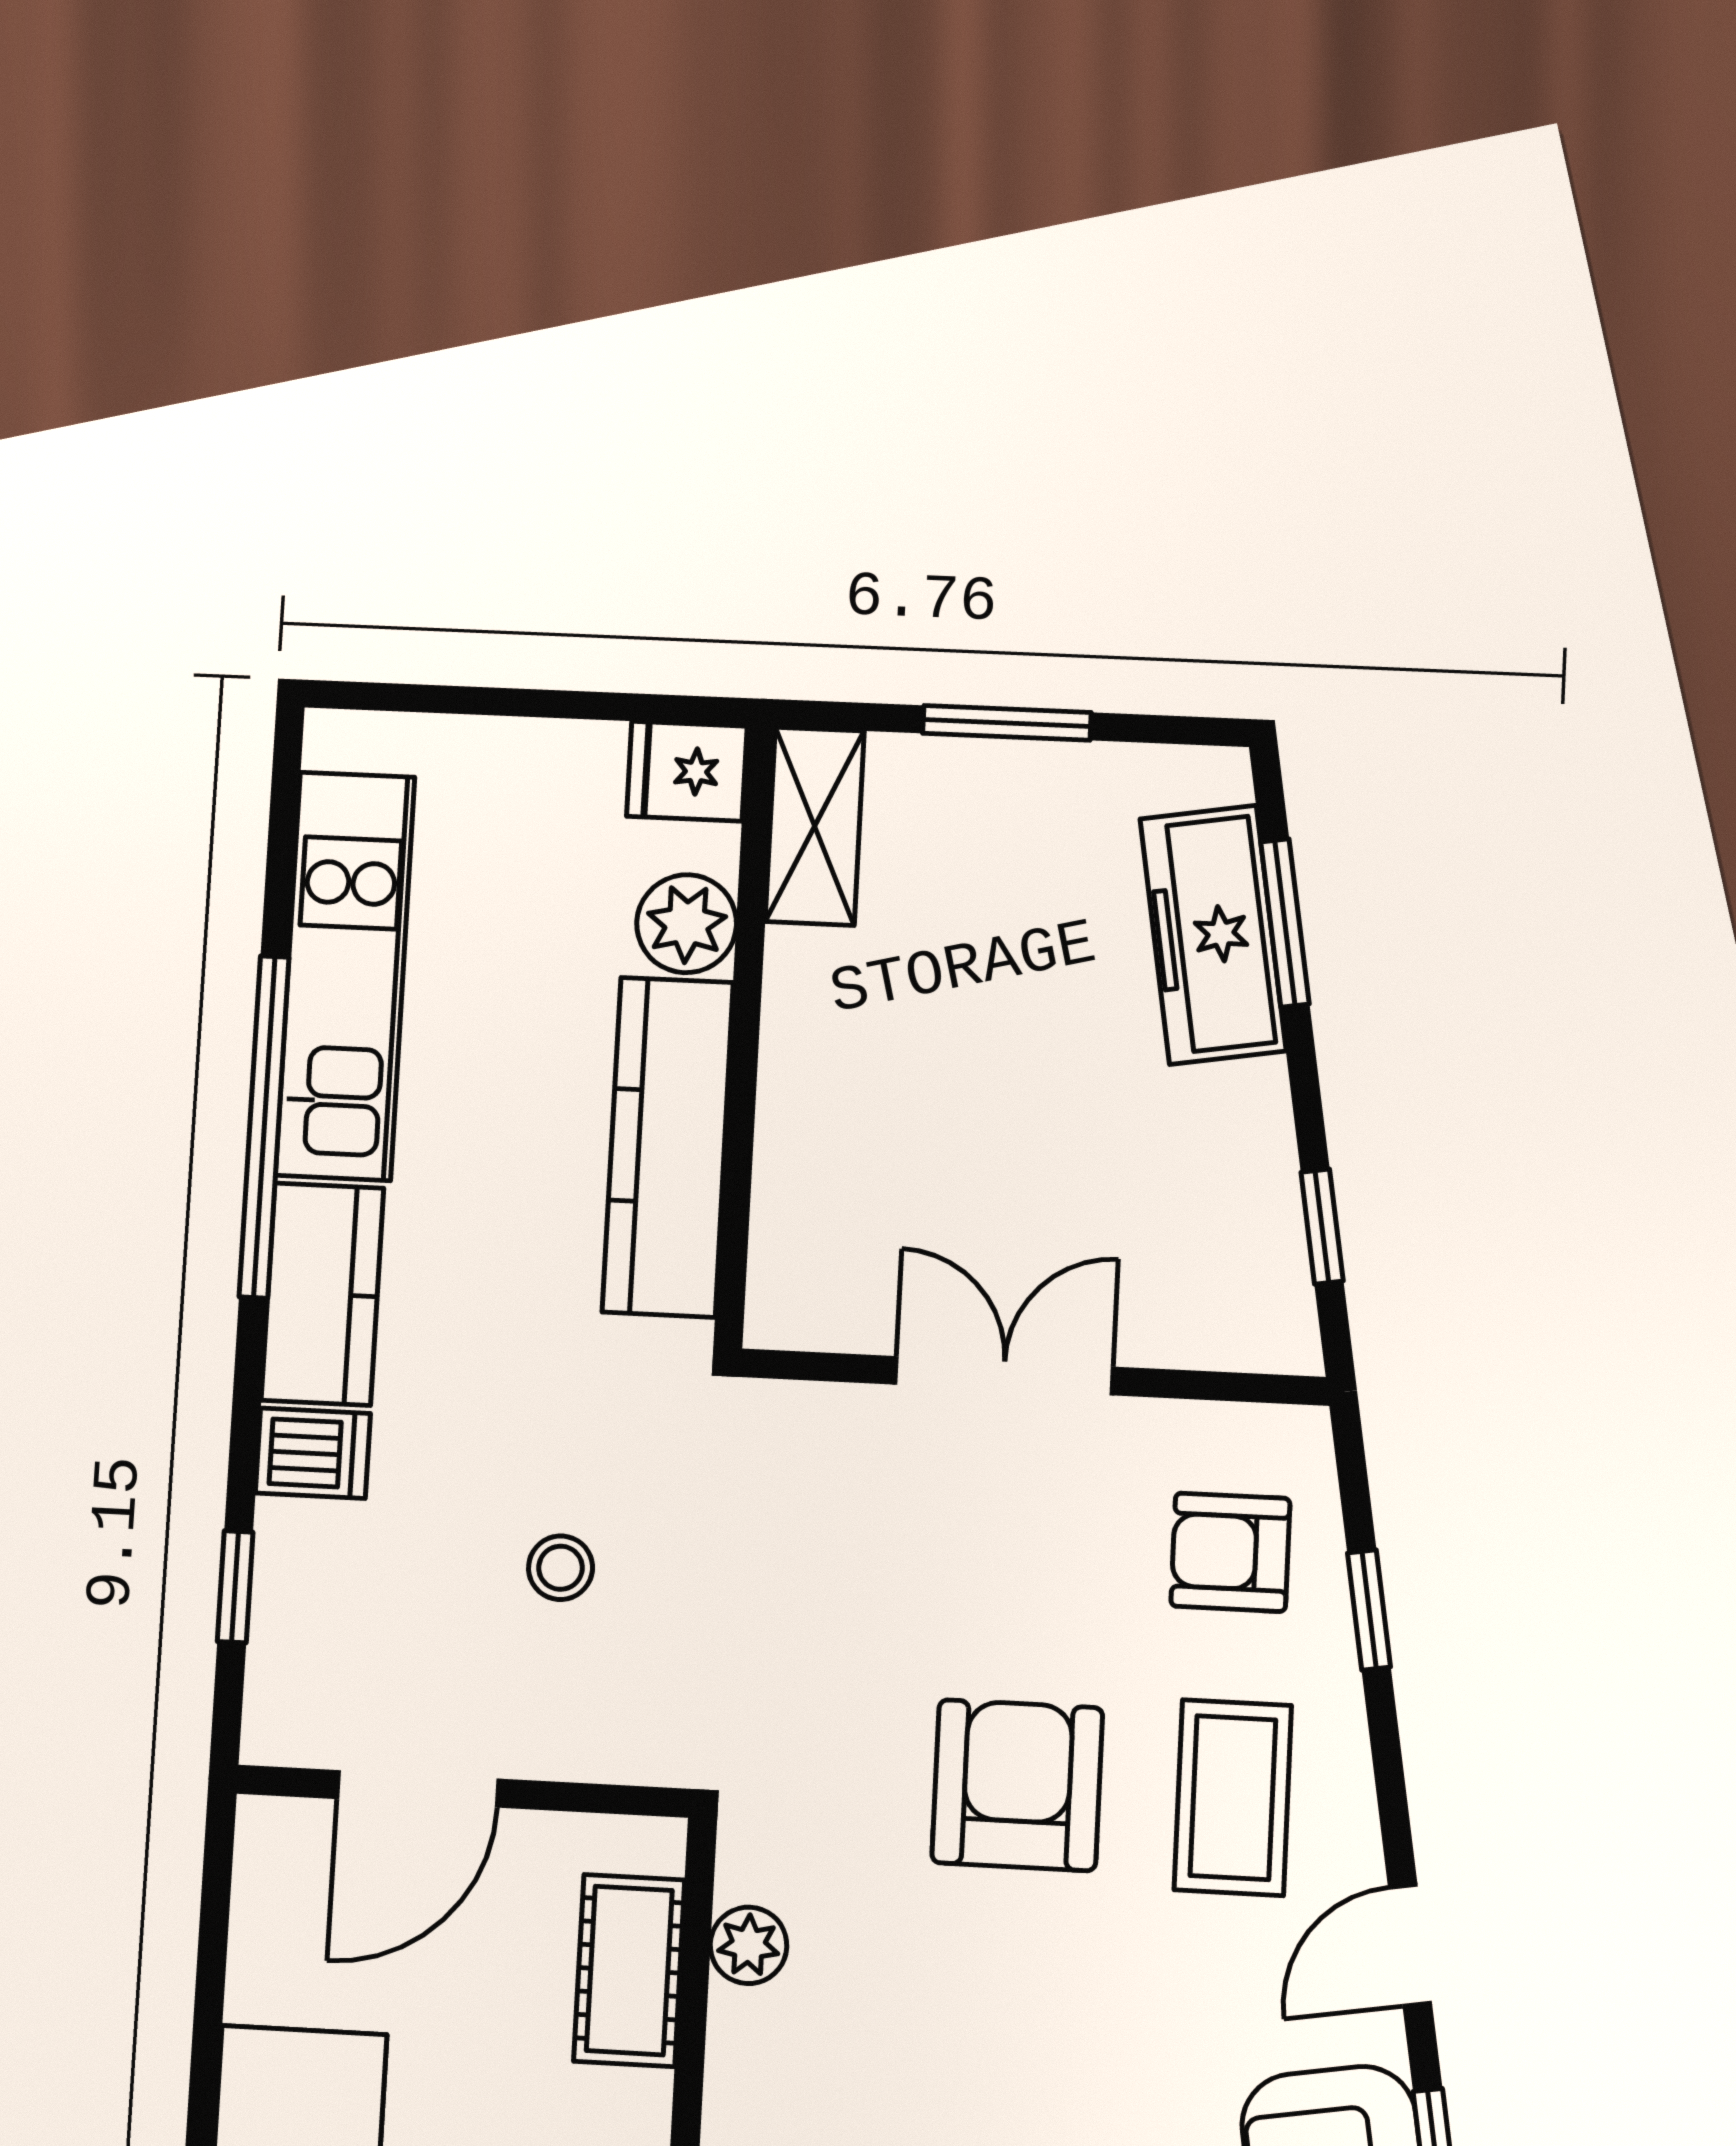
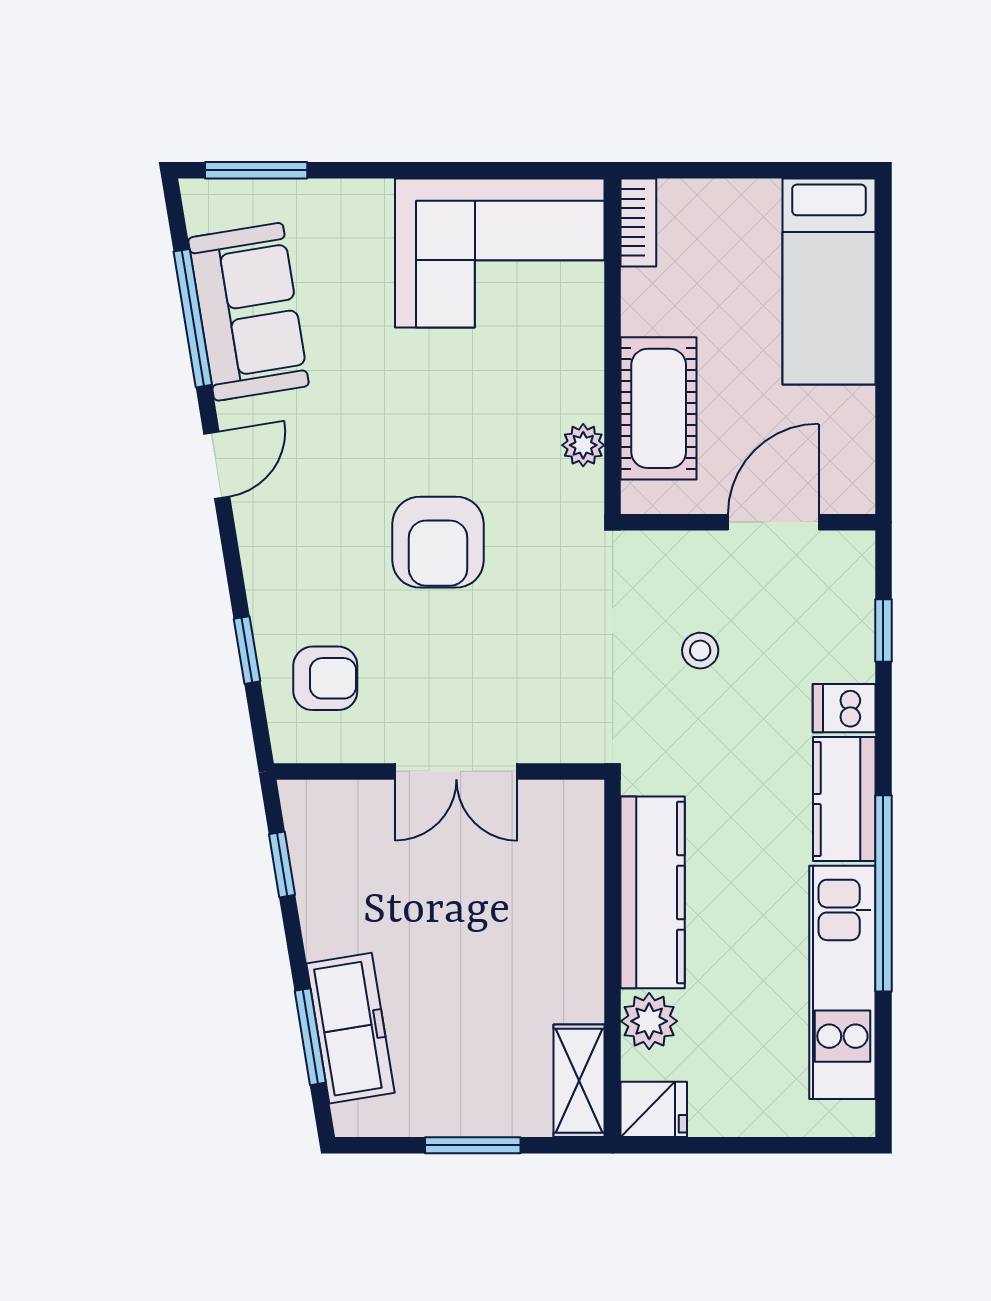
coffee table: (1233, 1798) -> (318, 542), removed
cot: (629, 1970) -> (659, 408), width x1.37, depth x1.34

